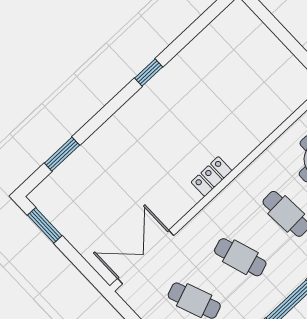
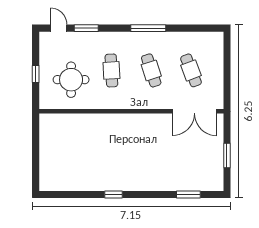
locker: (212, 176) -> (130, 120), removed
window: (45, 225) -> (227, 155), moved

